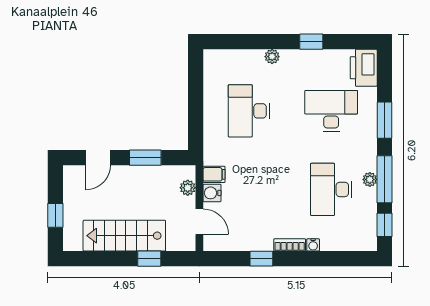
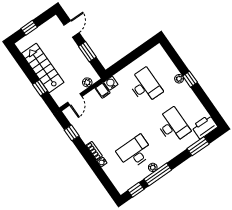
window: (311, 42) -> (190, 79), moved
desk: (249, 111) -> (145, 86), turned 90
window: (384, 120) -> (198, 146), moved
door: (98, 158) -> (71, 29), swing flipped
water cooler: (212, 193) -> (111, 83), moved
window: (261, 259) -> (72, 133), moved

